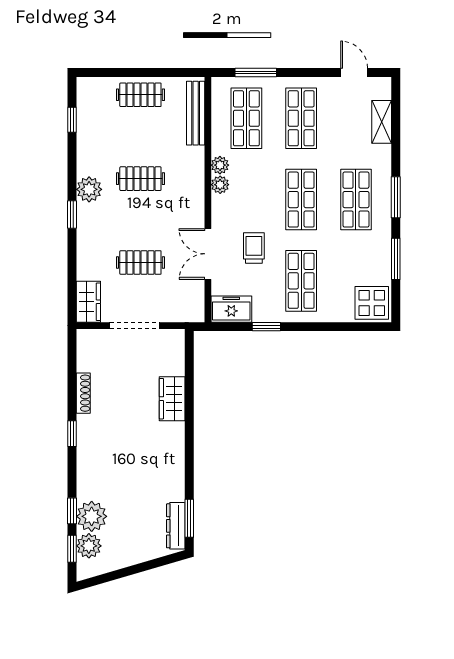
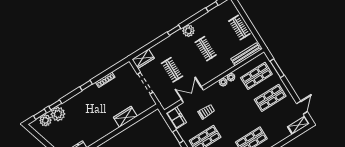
shelving: (382, 122) -> (298, 125), moved
shop shelf: (301, 200) -> (238, 118), removed

